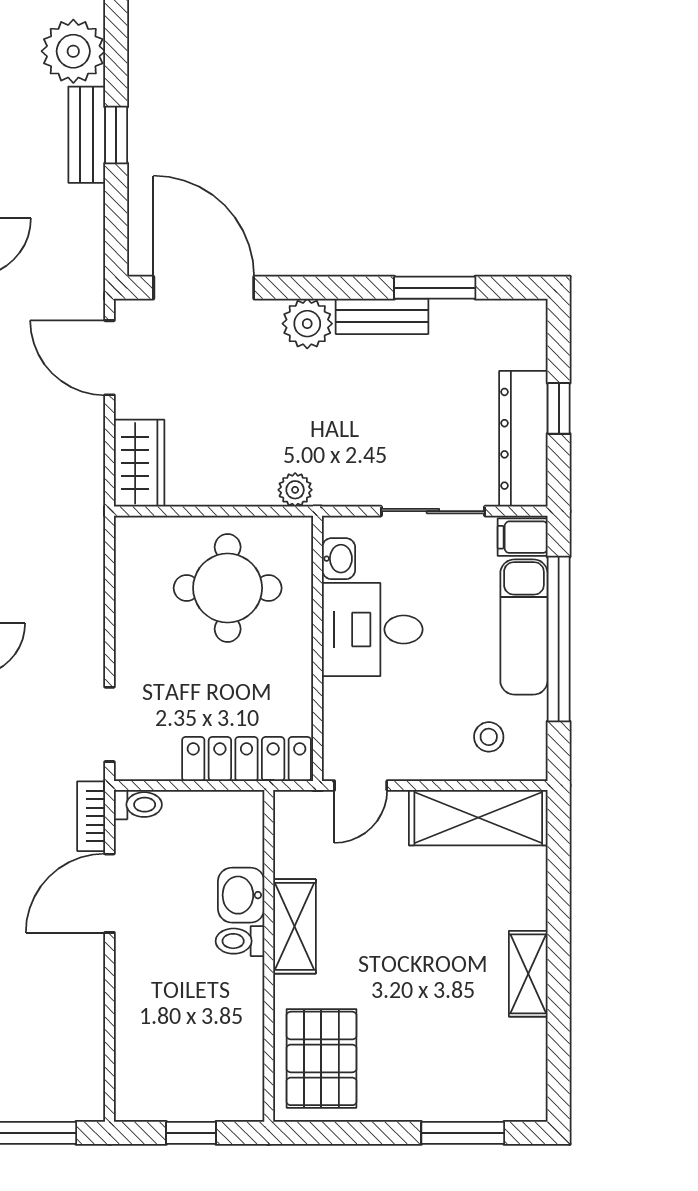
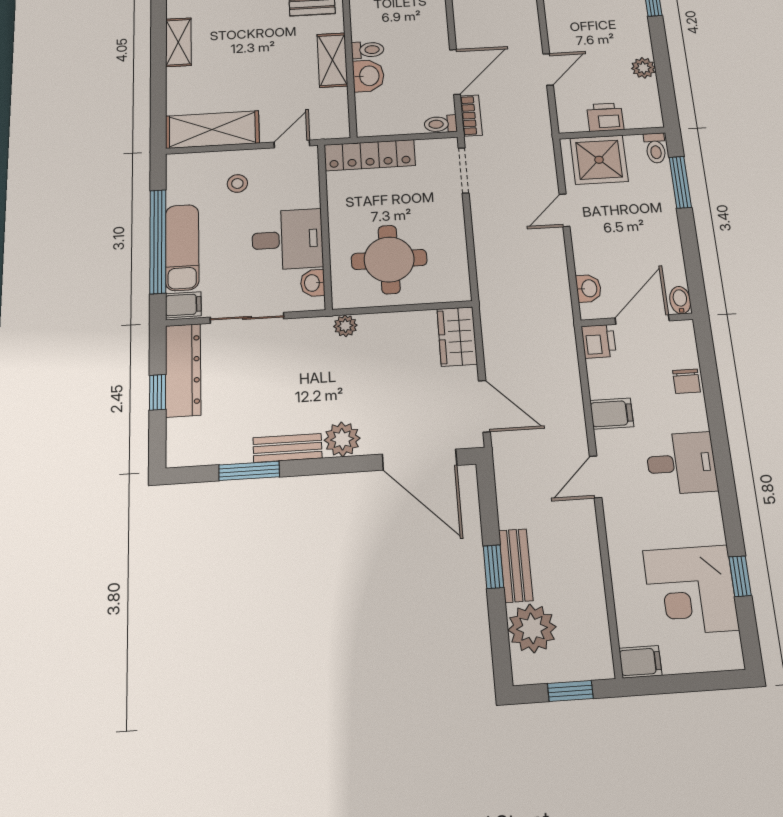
stool: (489, 737) -> (237, 183), moved

